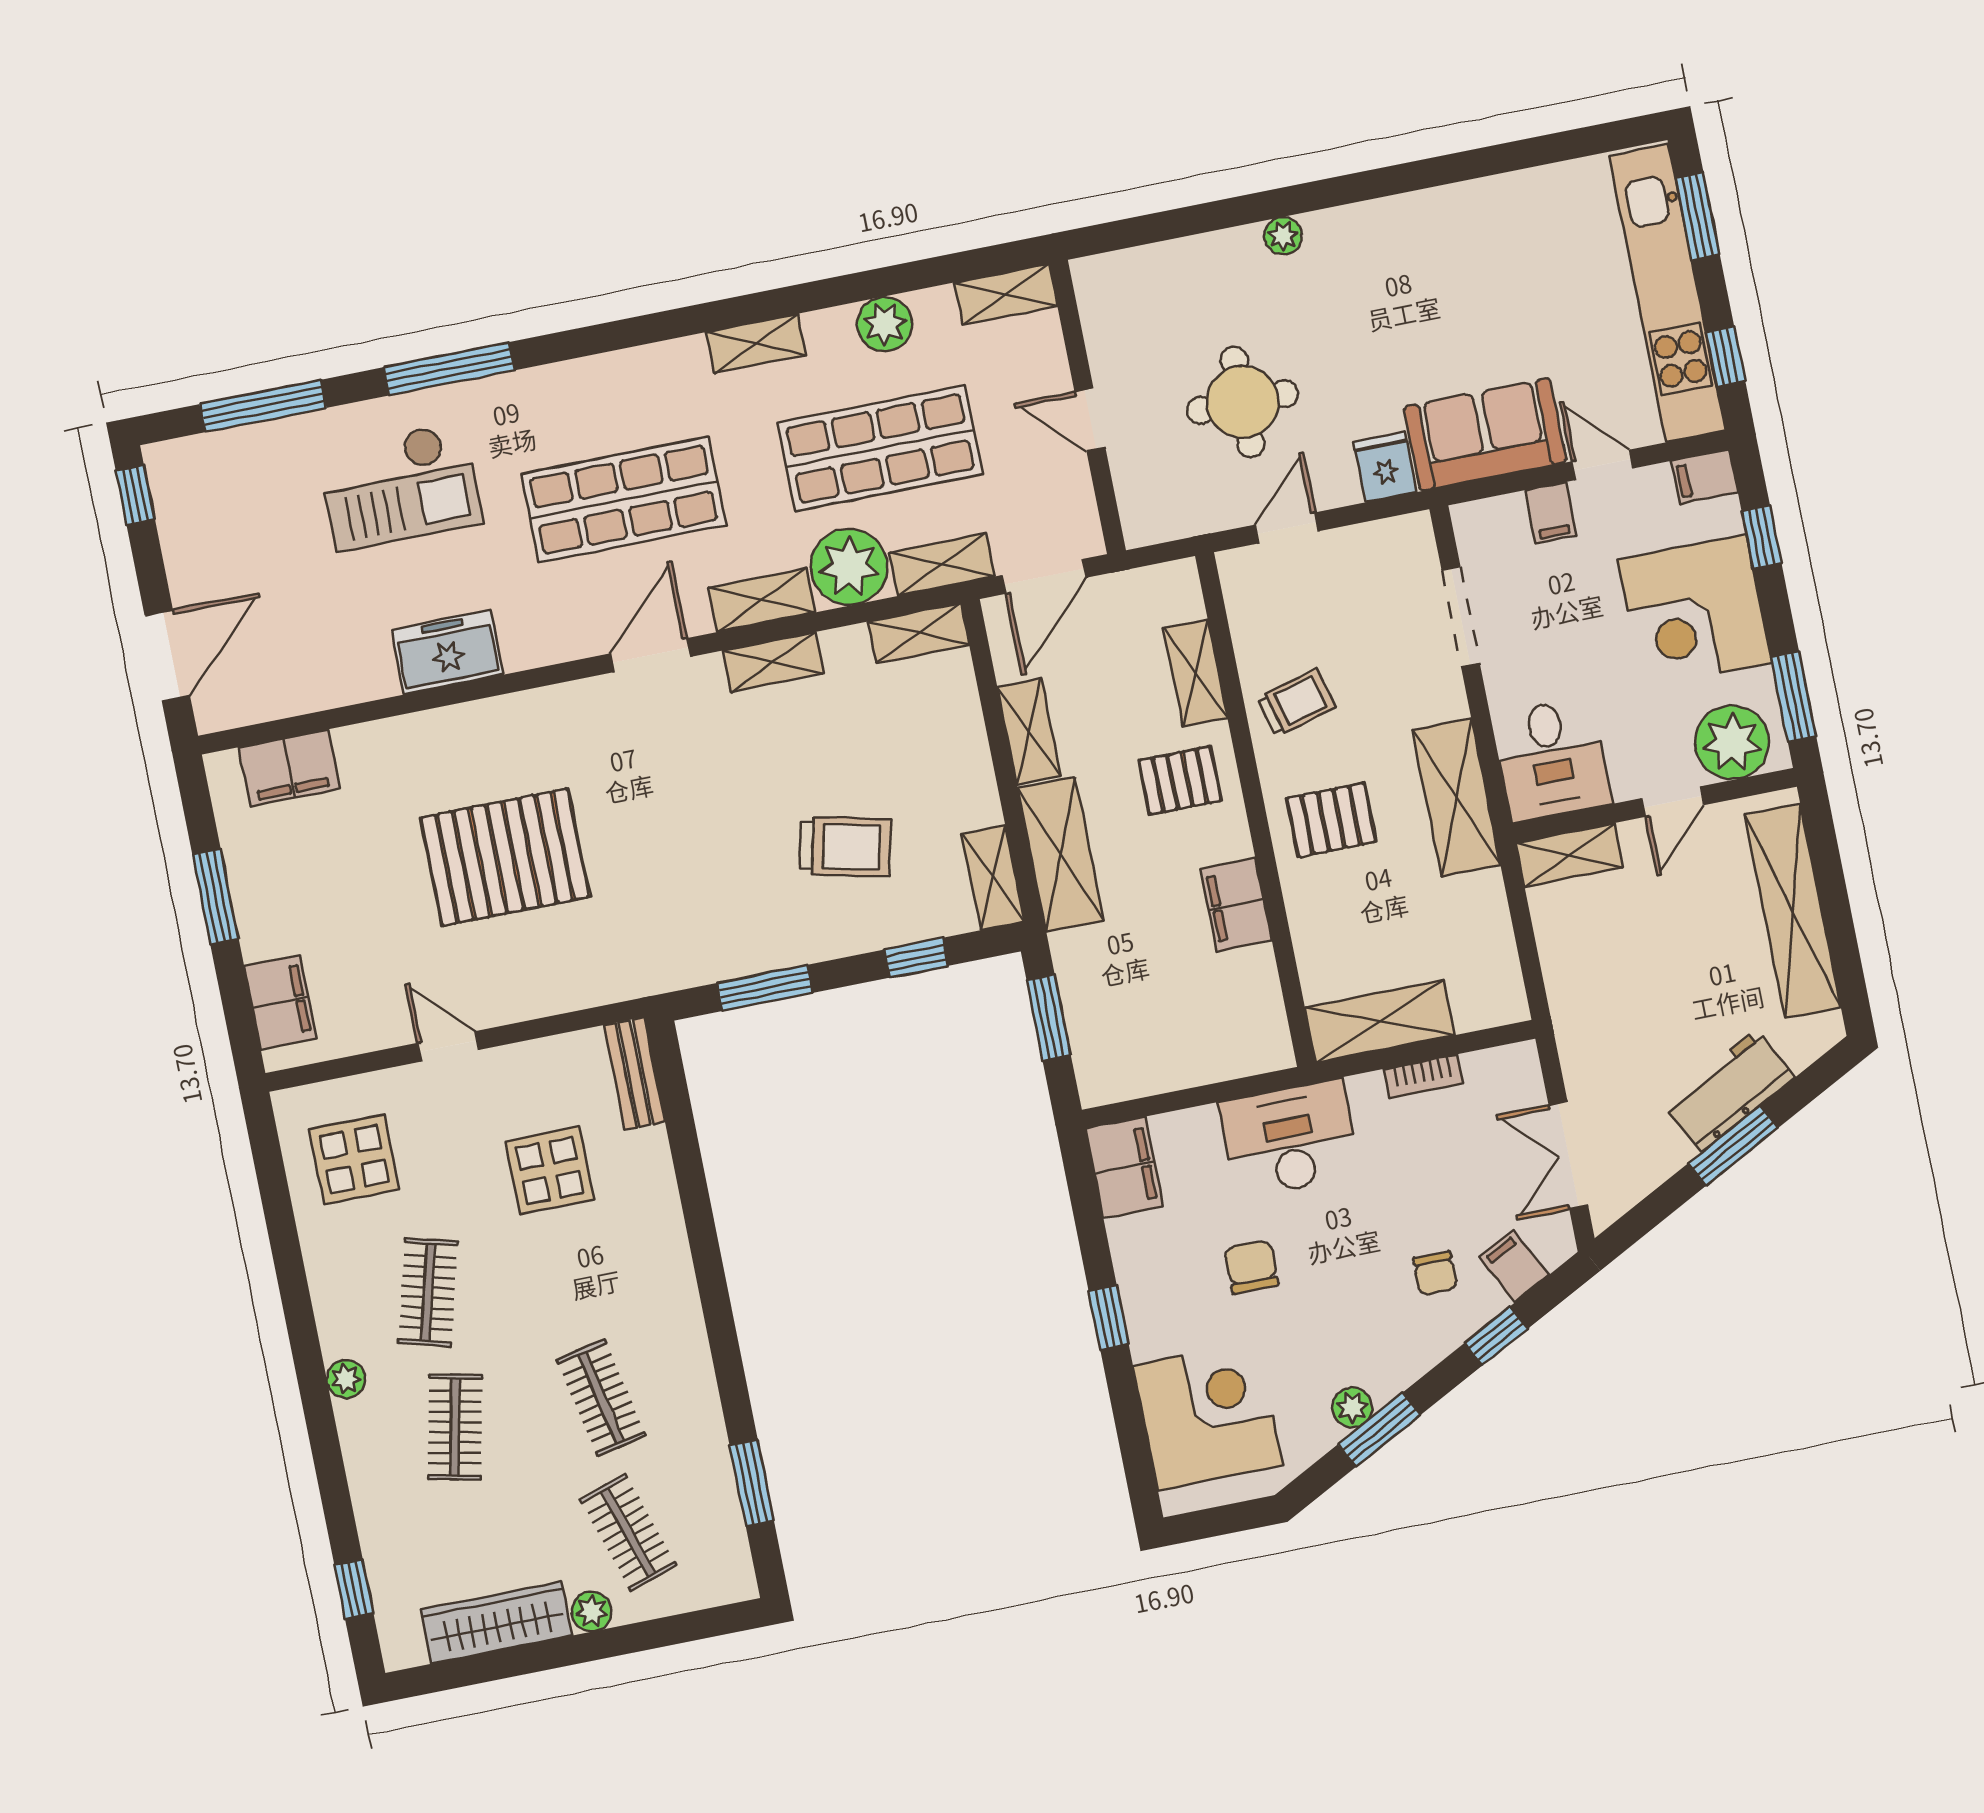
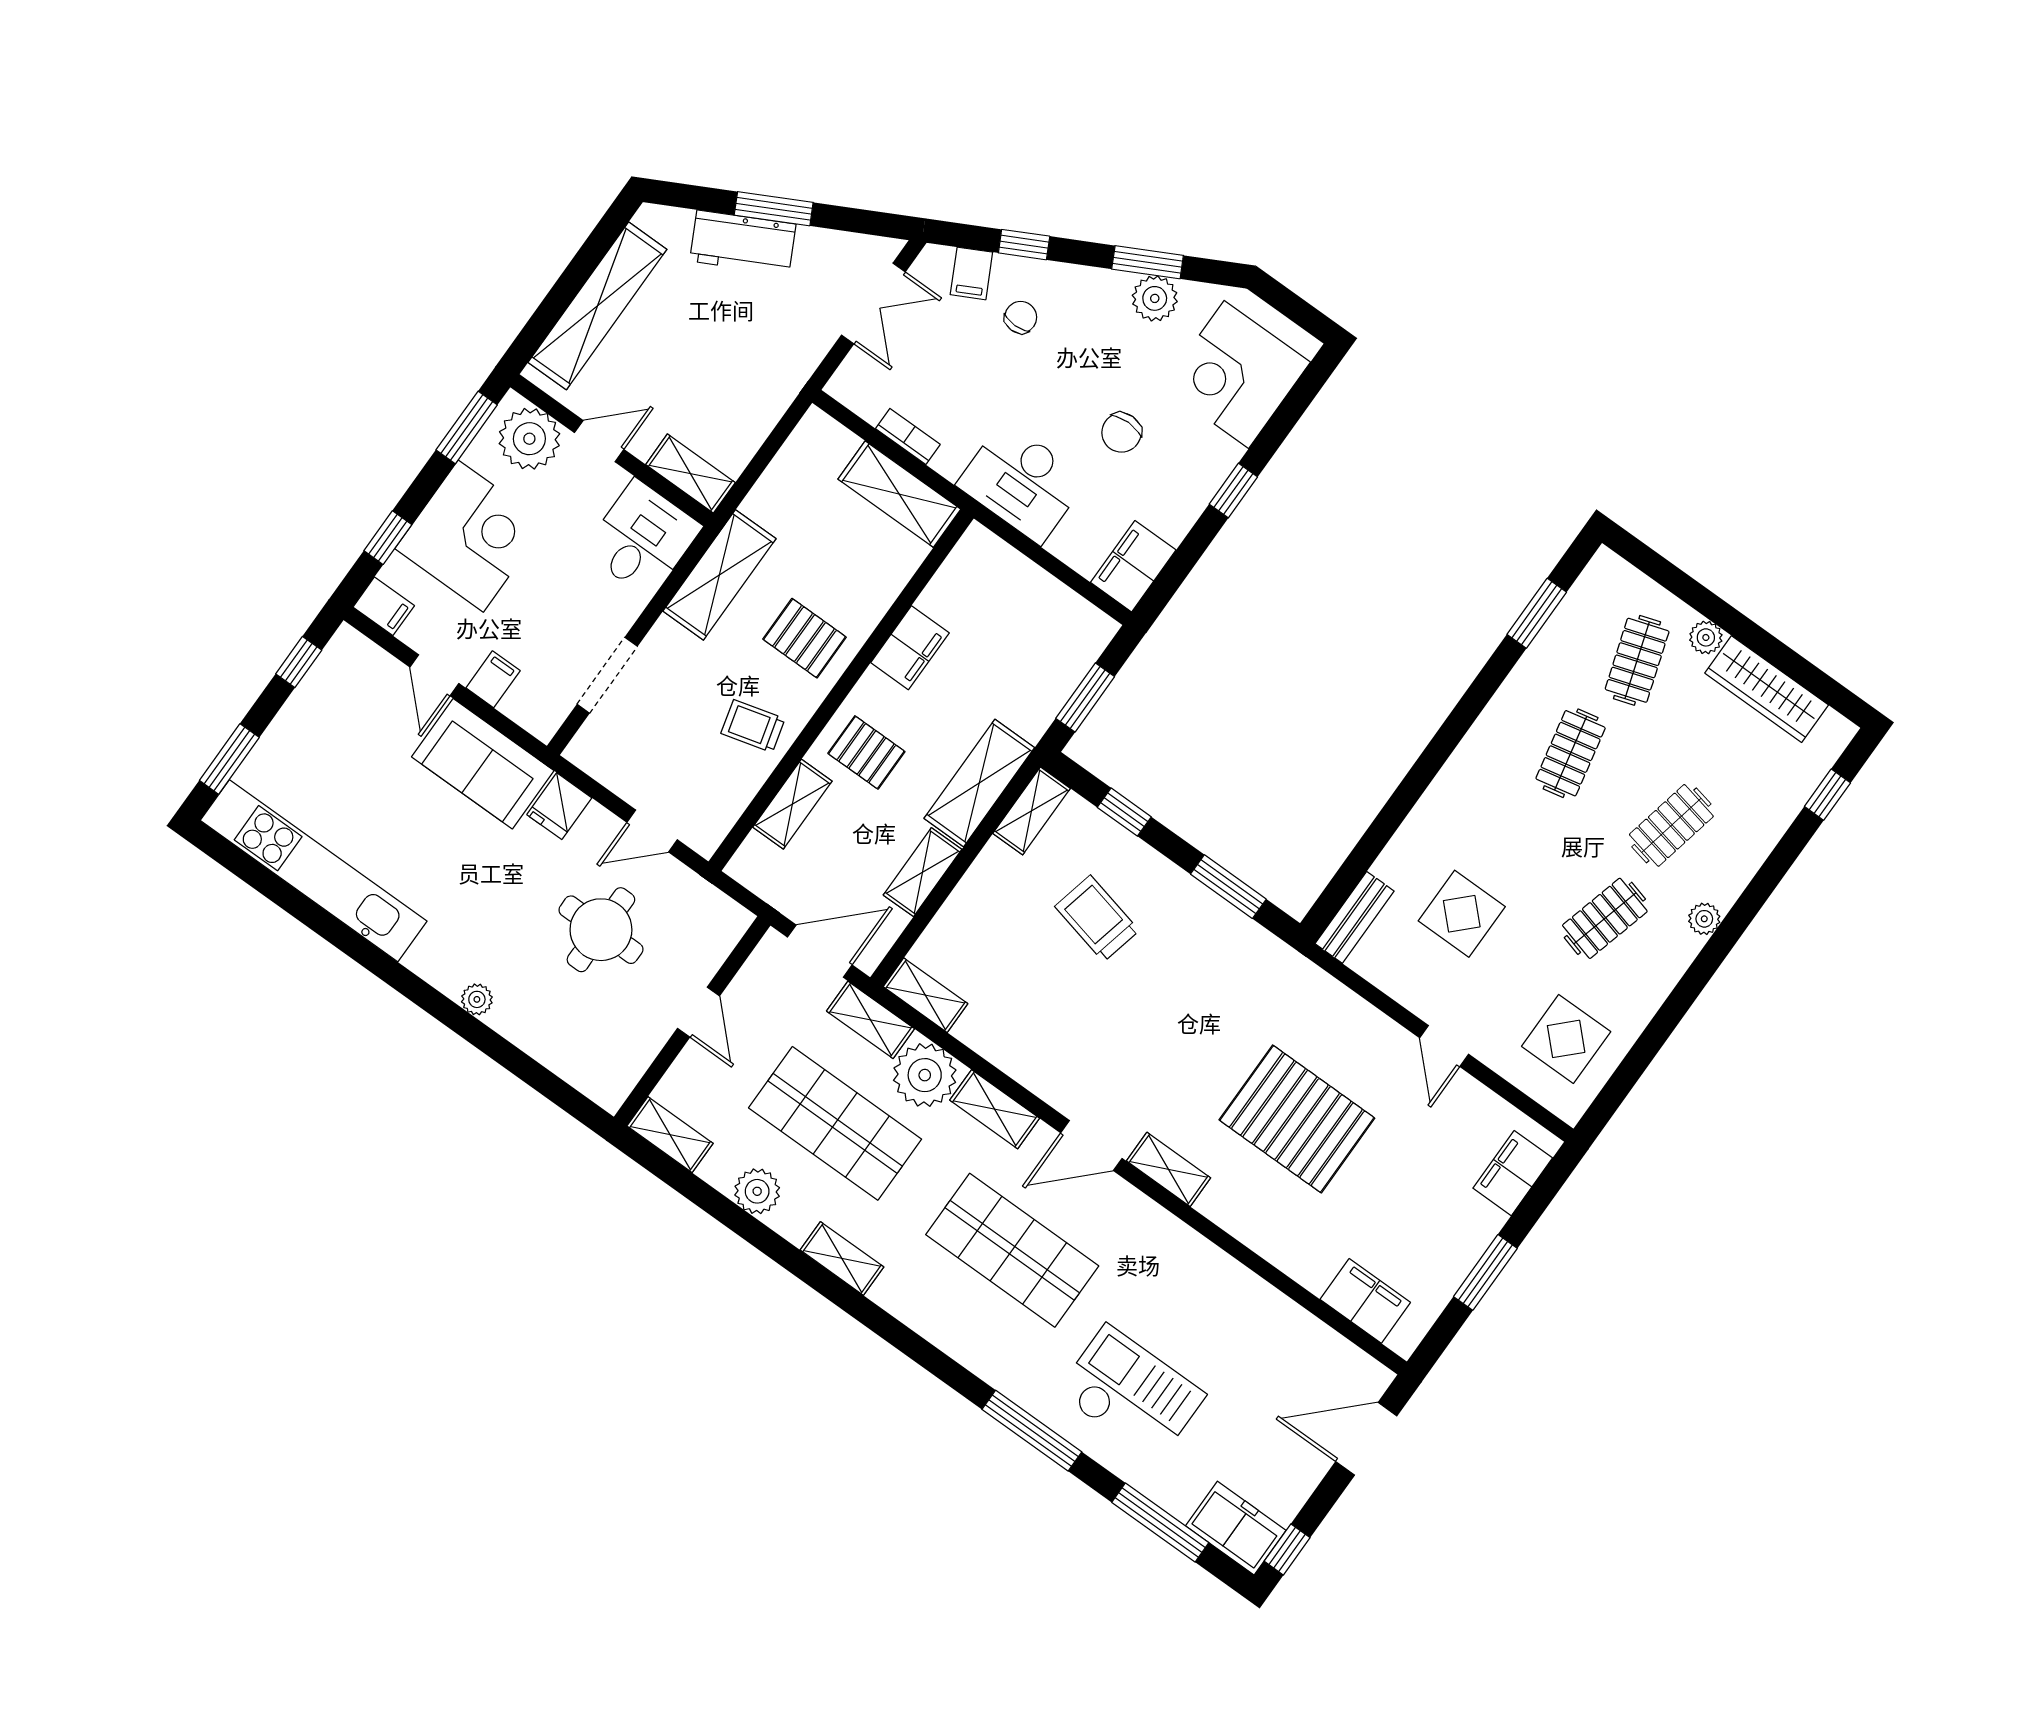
kitchen unit: (1667, 293) -> (314, 871), moved, turned -90
freezer: (448, 652) -> (1236, 1528), moved, turned 180
shelving: (773, 662) -> (1169, 1169), moved
plant: (1352, 1407) -> (1155, 298), width x1.38, depth x1.38

